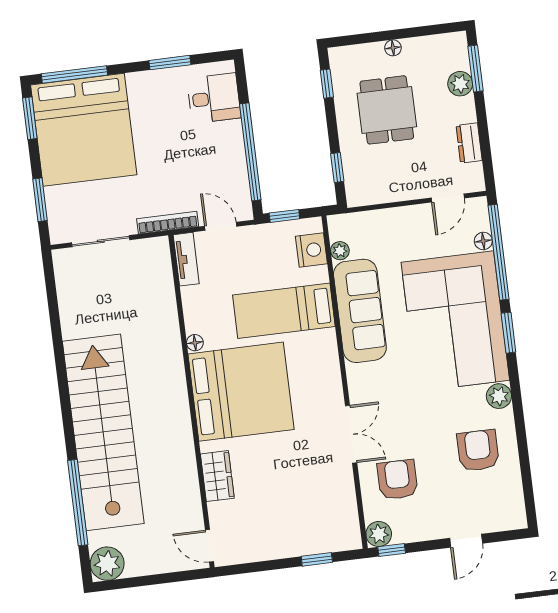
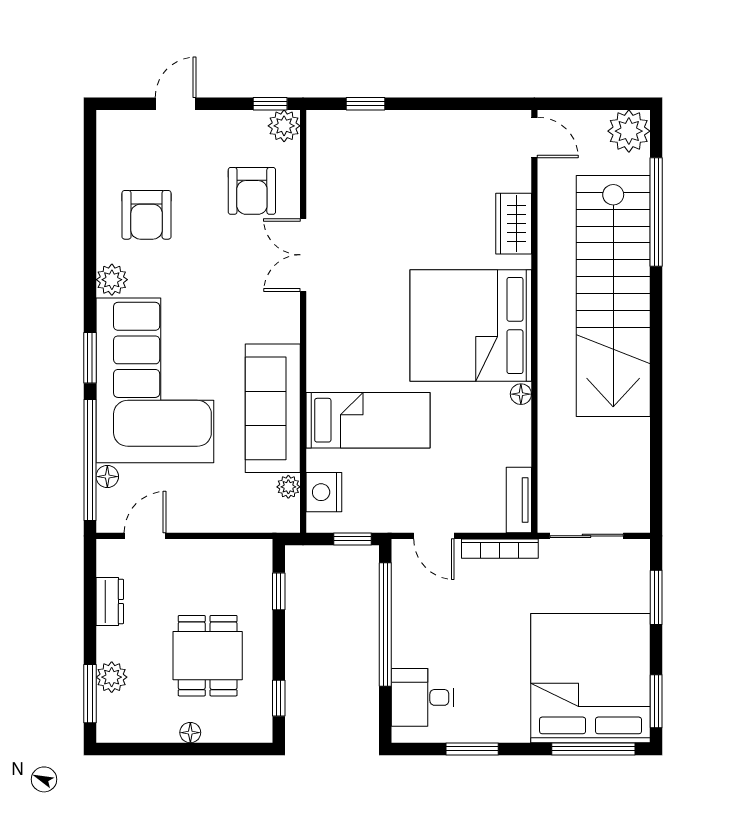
tv unit: (186, 259) -> (519, 500), moved
floor lamp: (195, 343) -> (521, 394), moved
bed: (241, 392) -> (471, 325), moved
wall: (191, 401) -> (534, 321), moved
wardrobe: (217, 476) -> (514, 224), moved
door: (209, 546) -> (534, 137), moved

